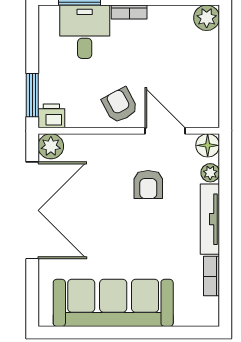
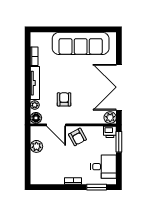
plant: (207, 18) -> (36, 146), moved
desk: (85, 32) -> (103, 167), moved, turned -90

